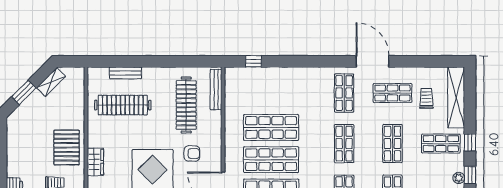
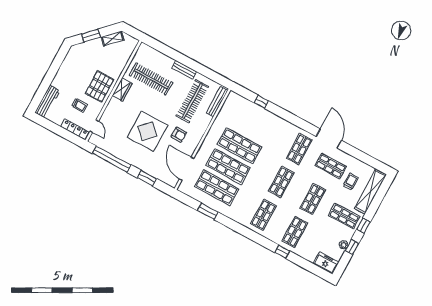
window: (254, 61) -> (261, 102), moved
bench: (125, 73) -> (184, 70), moved
wardrobe: (95, 162) -> (122, 89), moved

